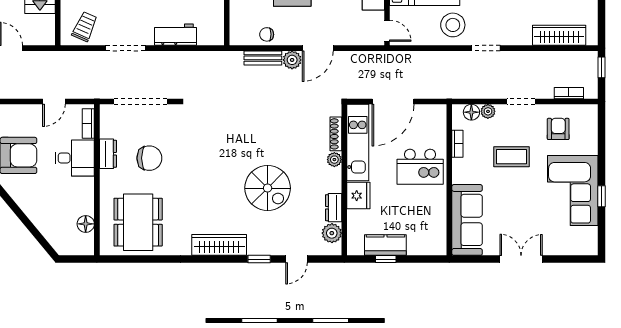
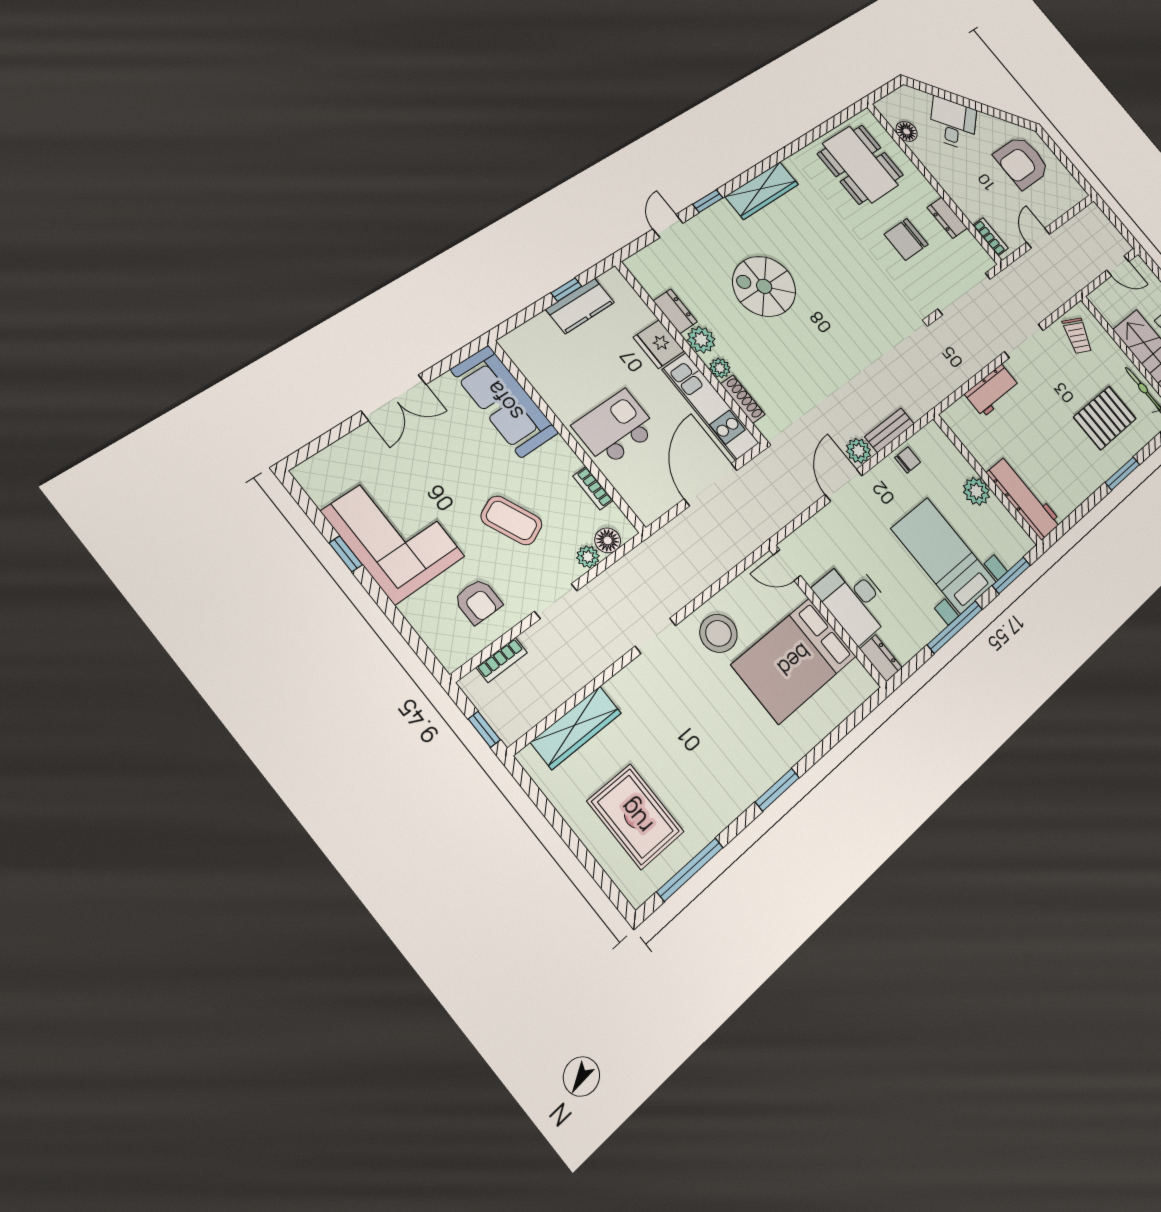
coffee table: (511, 157) -> (511, 520), turned 66
desk: (75, 158) -> (953, 123), moved, turned 140
plant: (332, 233) -> (701, 340), moved

